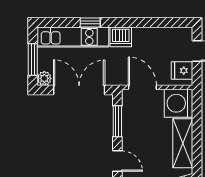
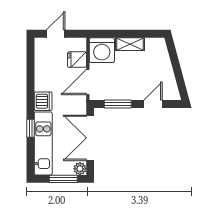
fridge: (182, 71) -> (77, 60), moved, turned 90
shelving: (183, 143) -> (130, 44), width x0.67, depth x0.75

